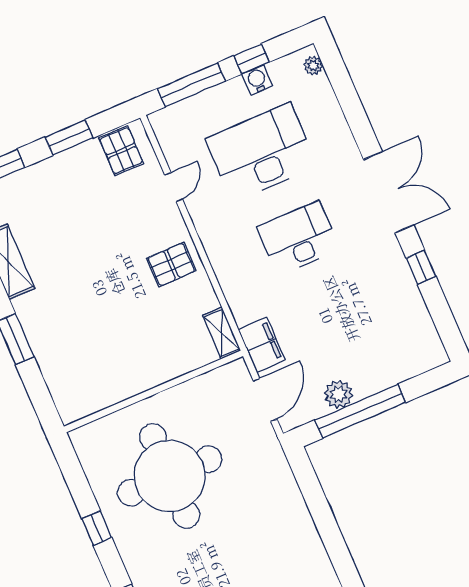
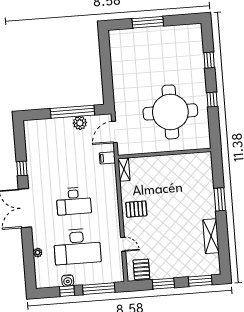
plant: (313, 66) -> (38, 253), moved
door: (174, 187) -> (123, 244), swing flipped
filing cabinet: (262, 345) -> (107, 158), width x0.50

